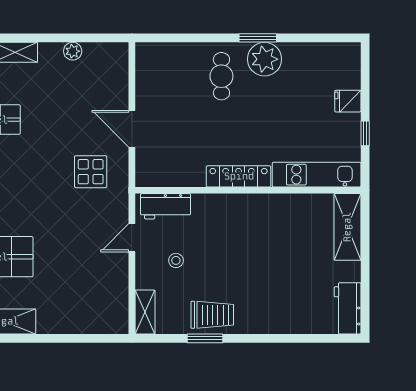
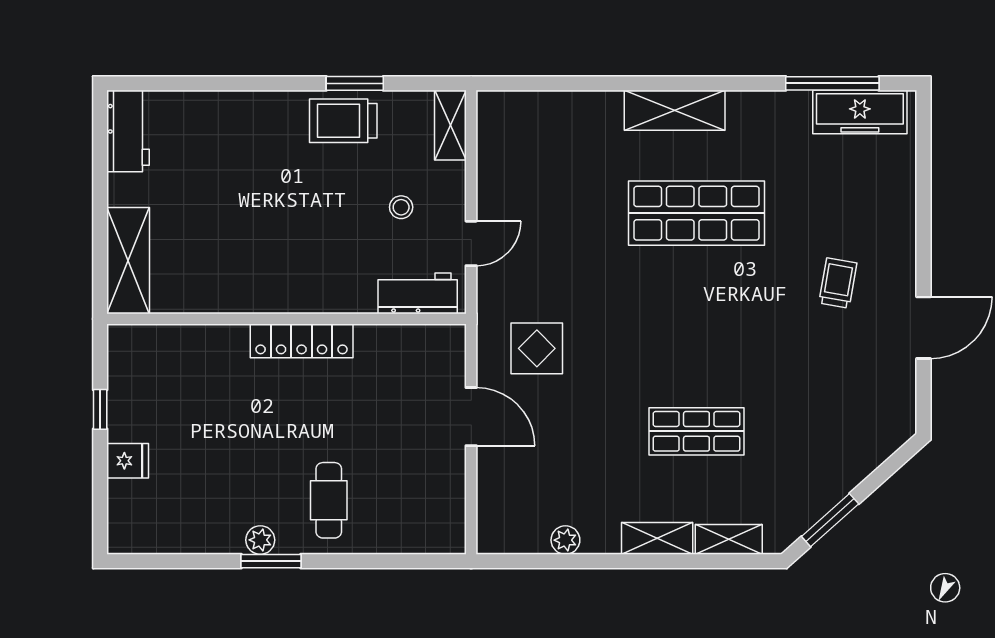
plant: (264, 59) -> (260, 540), width x0.53, depth x0.53
kitchen unit: (317, 175) -> (177, 344), removed

